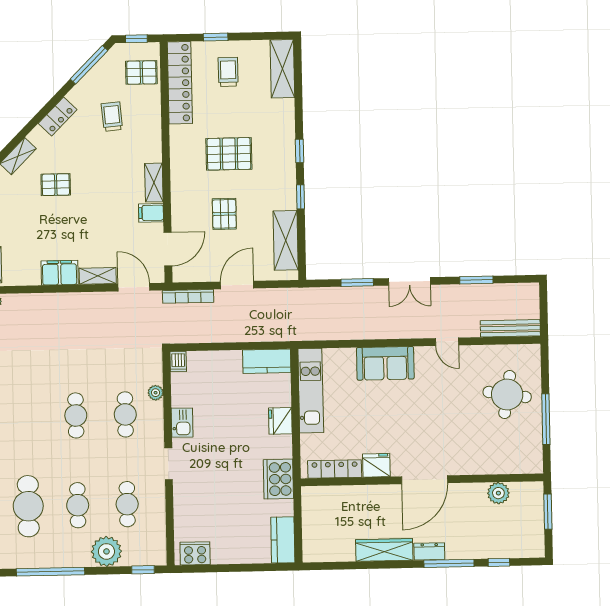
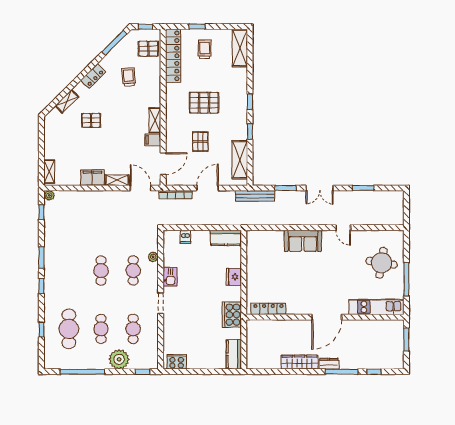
bench: (510, 328) -> (255, 196), moved
dishwasher: (178, 362) -> (185, 237), moved
kitchen unit: (311, 391) -> (376, 307), moved, turned -90
fridge: (376, 465) -> (296, 307), removed
plant: (498, 493) -> (375, 327), removed

